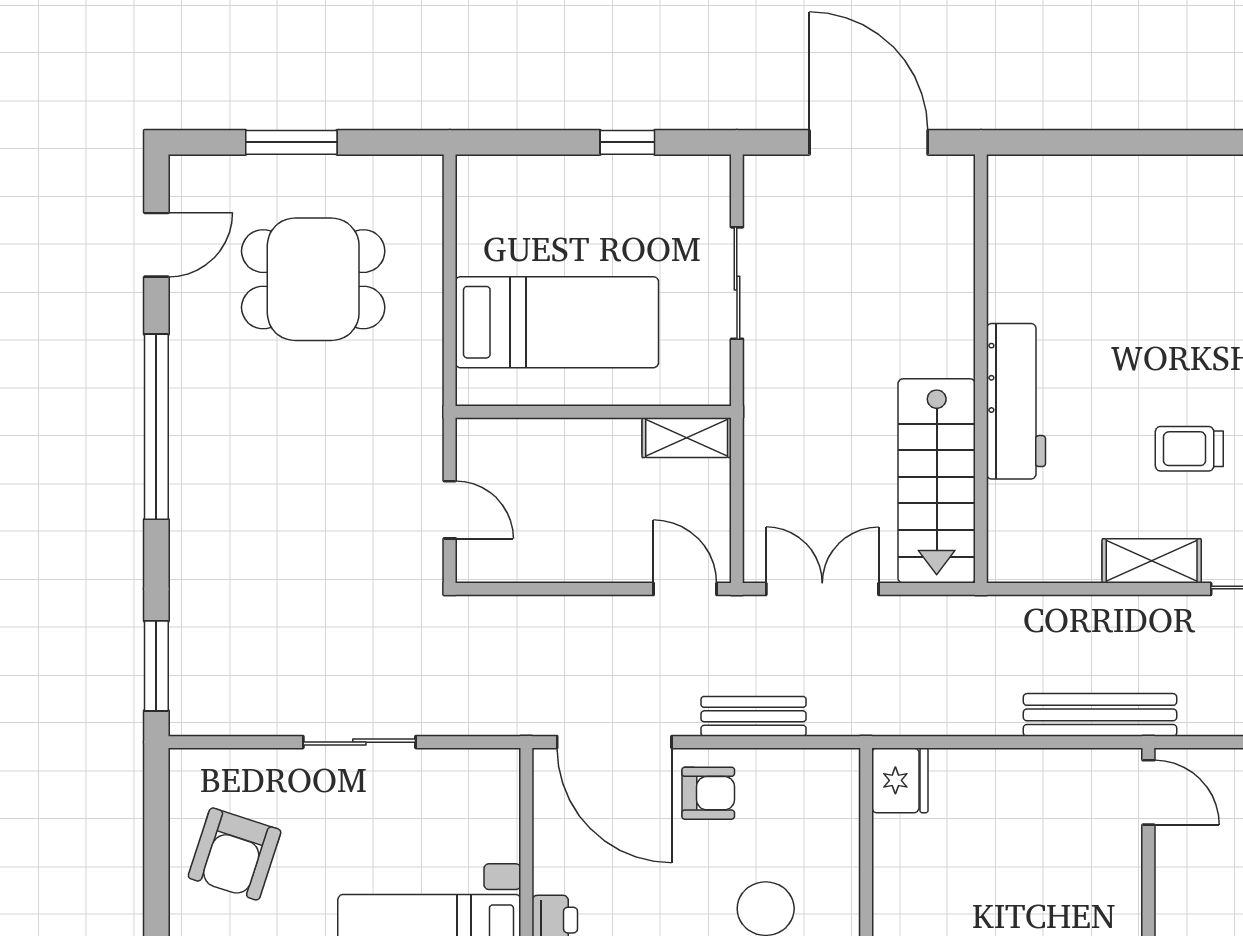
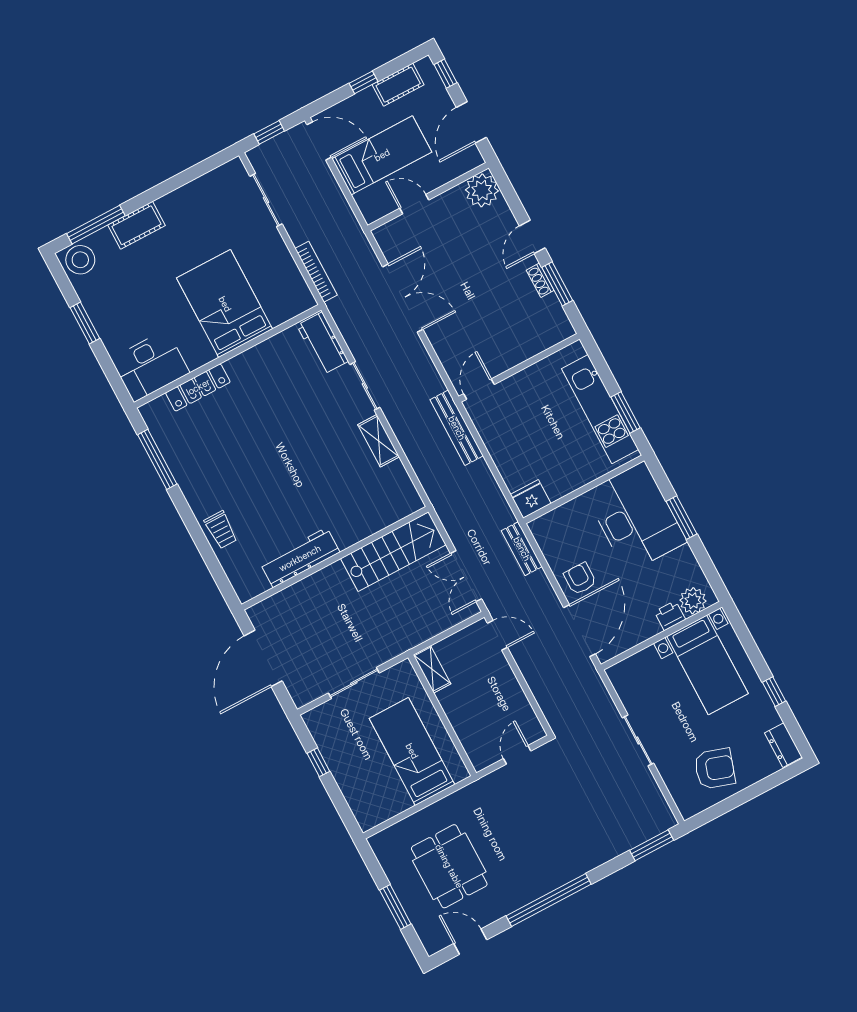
workbench: (1016, 401) -> (300, 558), moved
trolley: (1189, 449) -> (221, 530), moved
door: (685, 589) -> (497, 635), swing flipped
bench: (754, 716) -> (522, 549), moved

